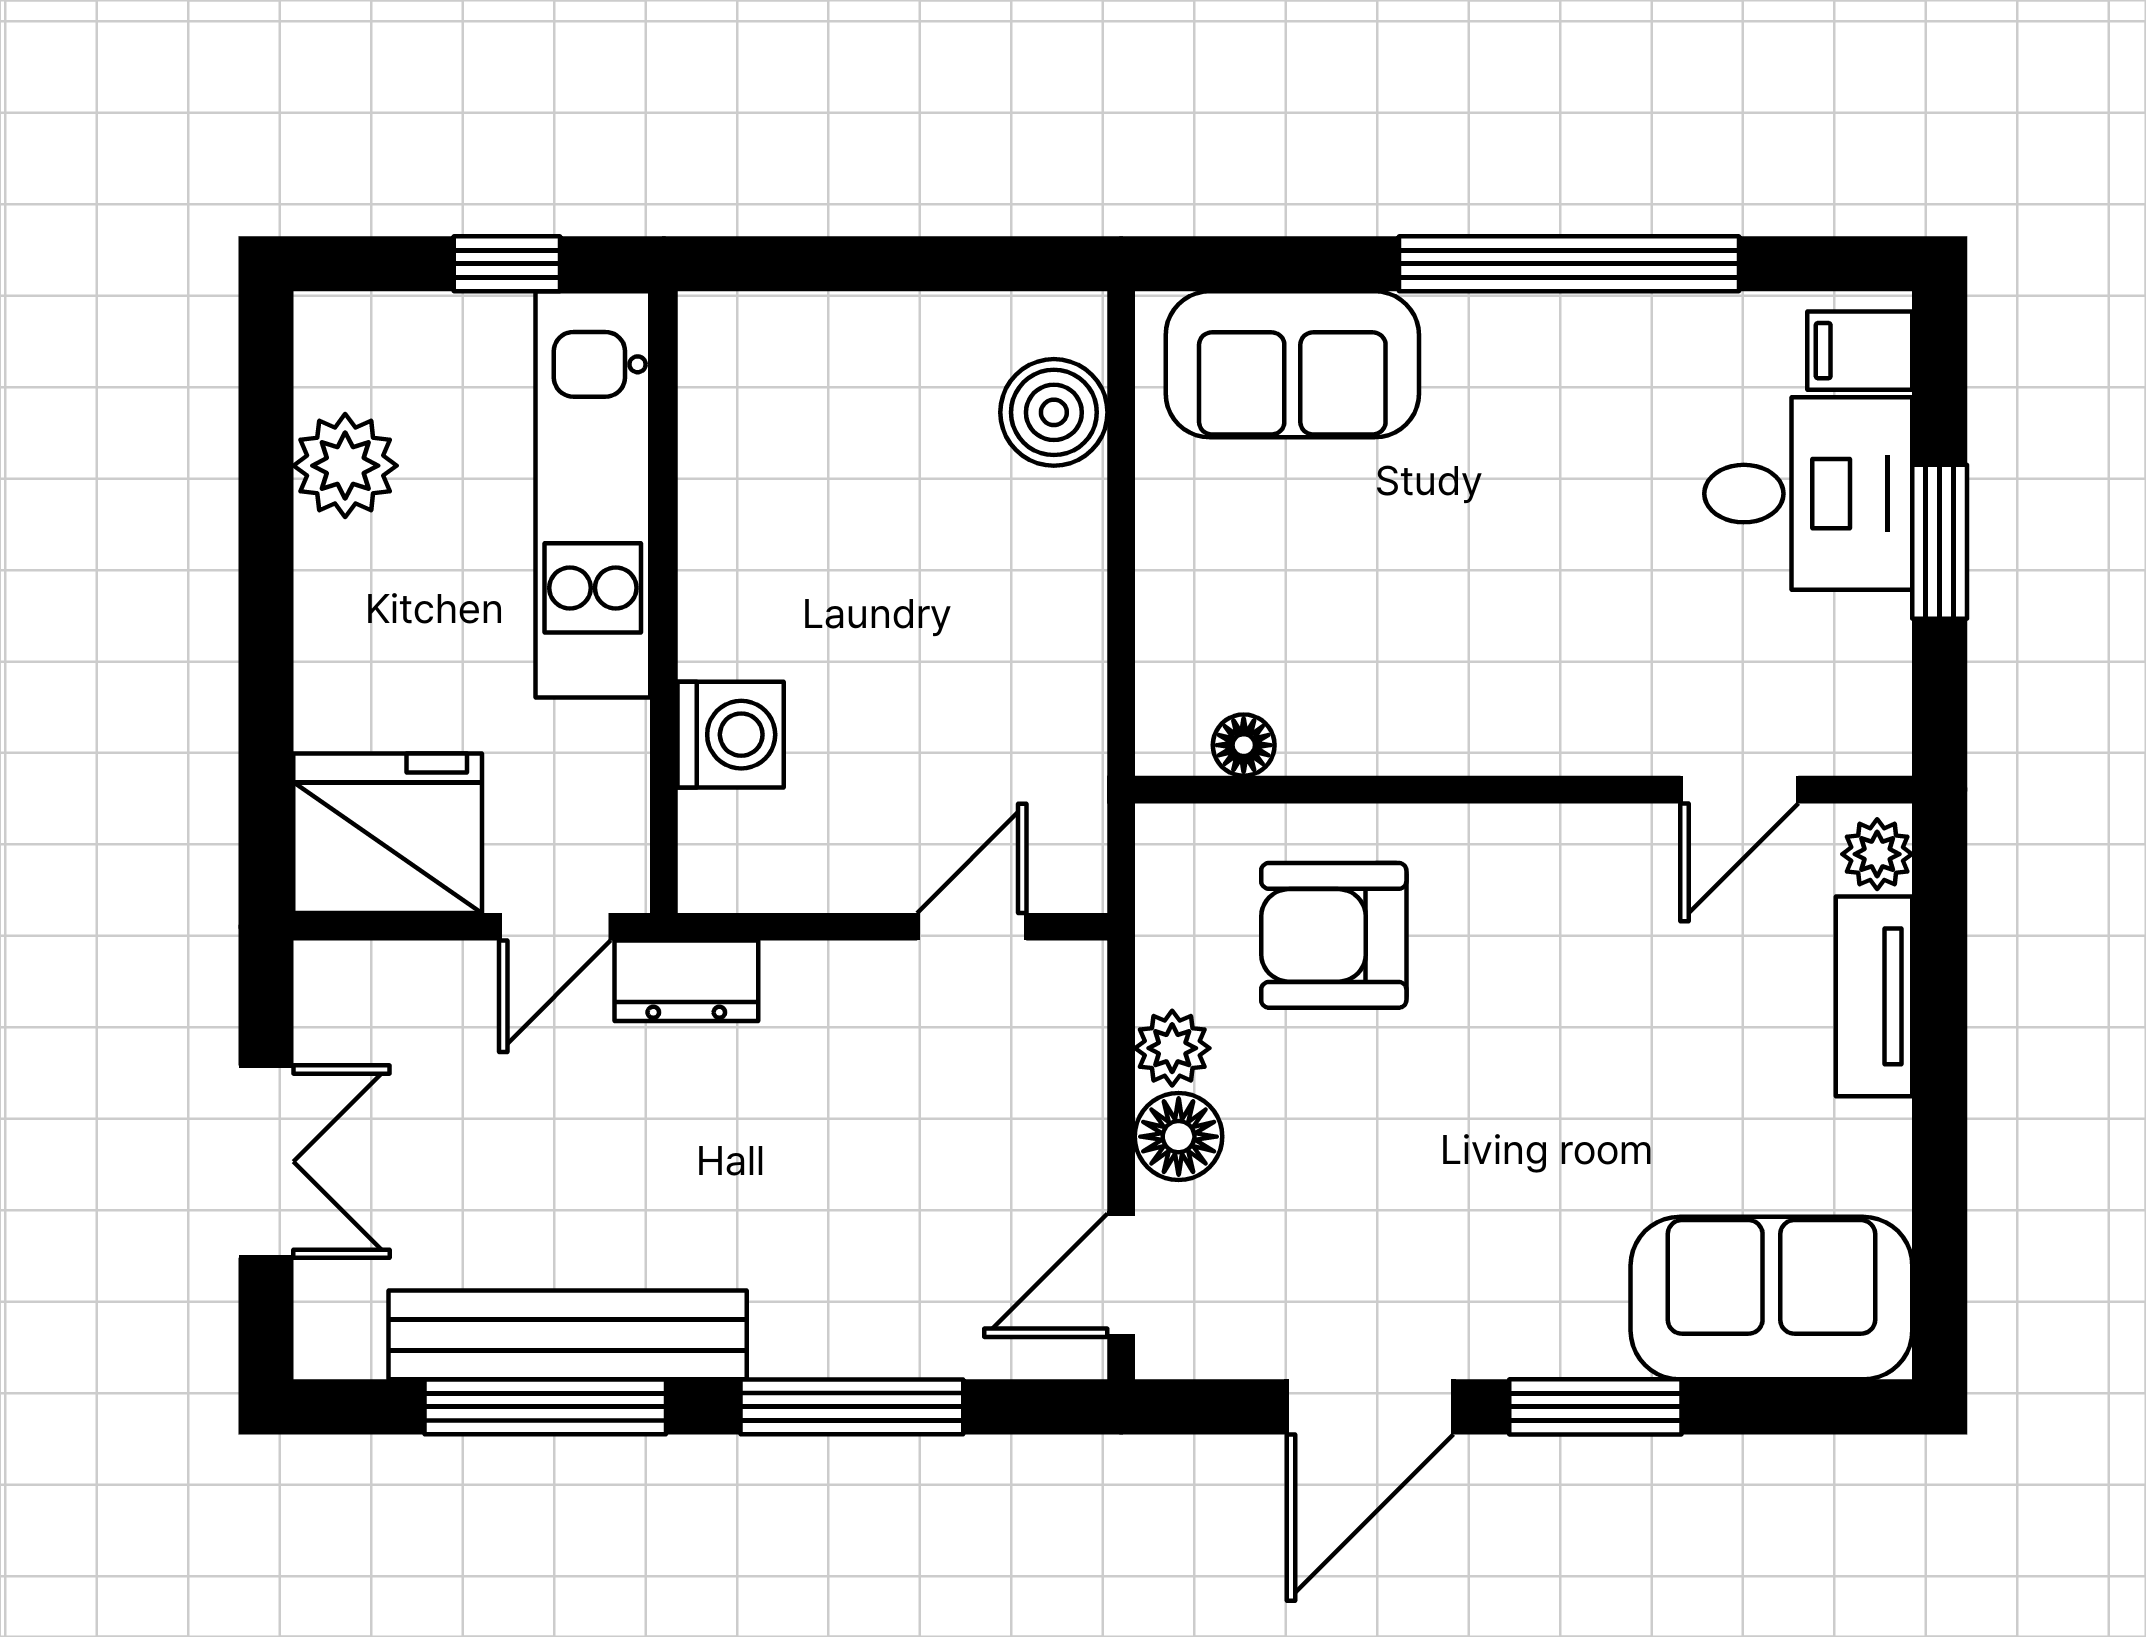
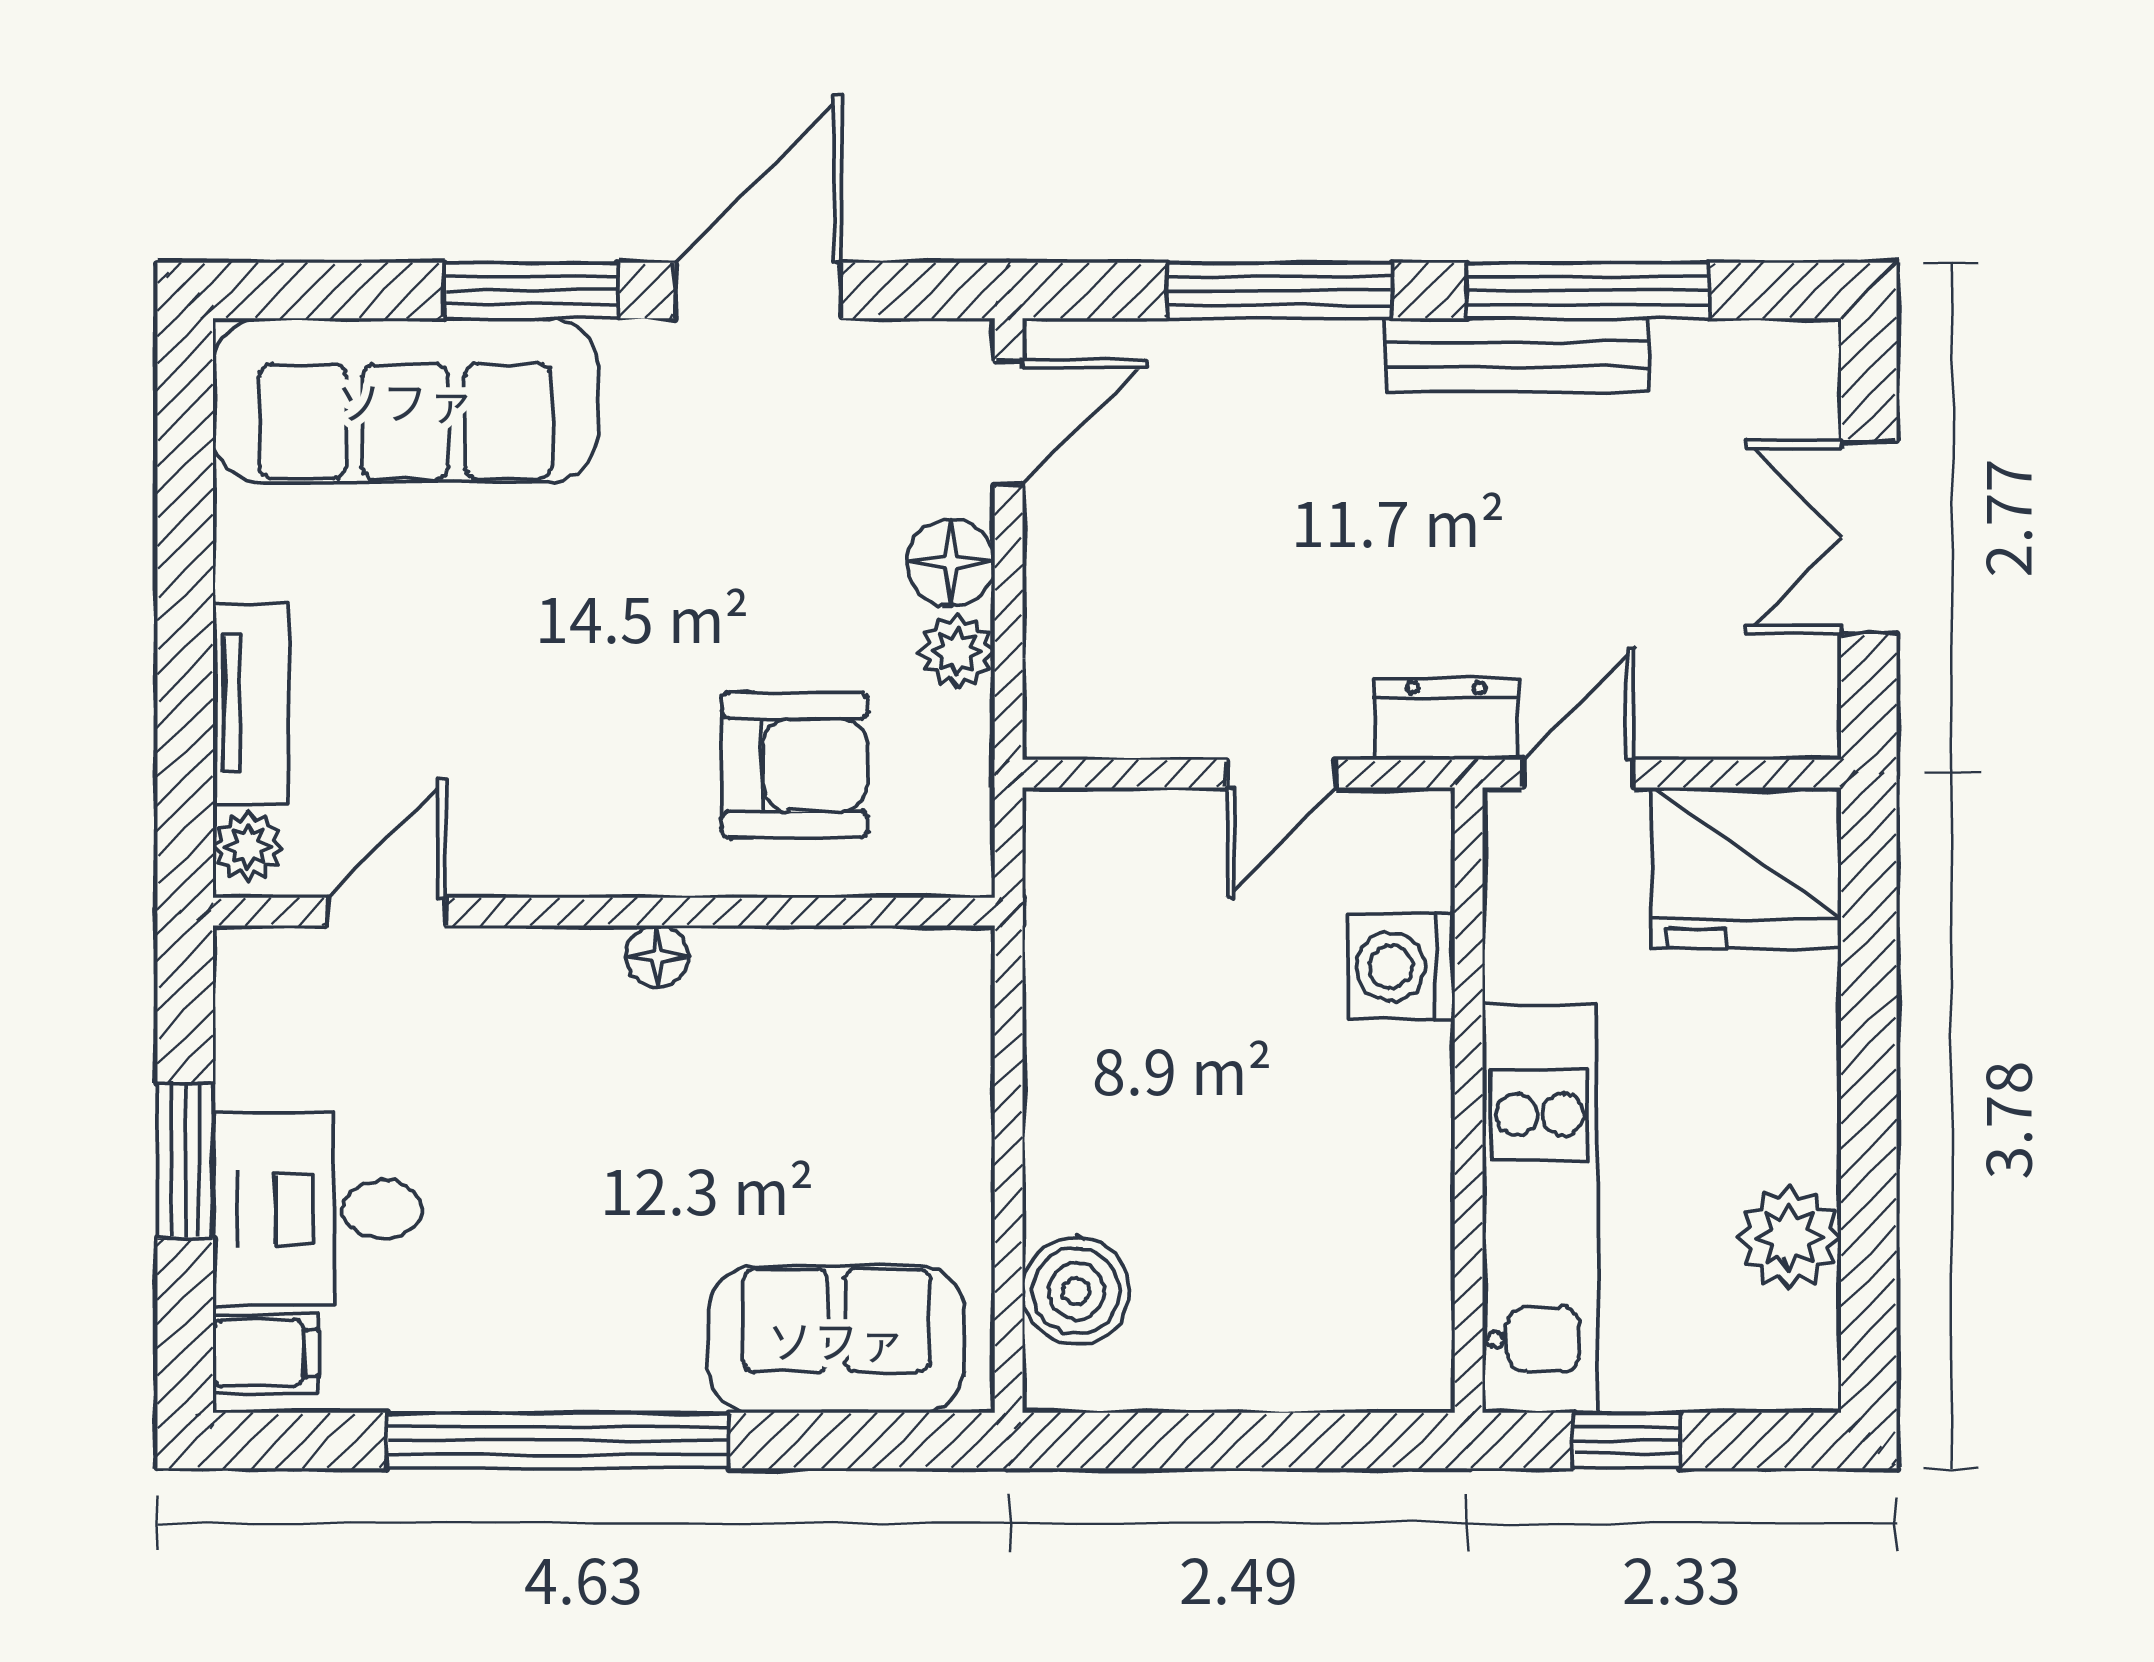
floor lamp: (1244, 745) -> (657, 956), moved
door: (972, 927) -> (1281, 774), moved
sofa: (1771, 1298) -> (405, 400), width x1.36
bench: (568, 1335) -> (1517, 355), width x0.73, depth x0.82

